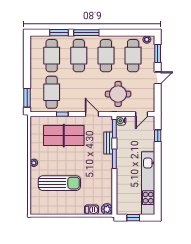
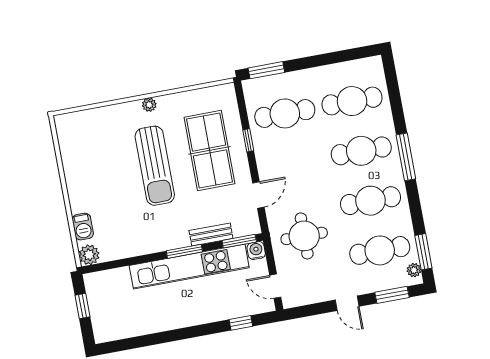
window: (59, 33) -> (423, 252), moved
sun lounger: (59, 183) -> (155, 166), moved
kitchen unit: (148, 183) -> (189, 267), moved, turned 180

